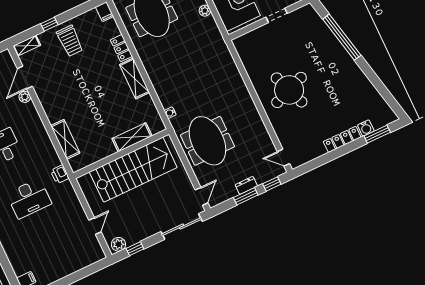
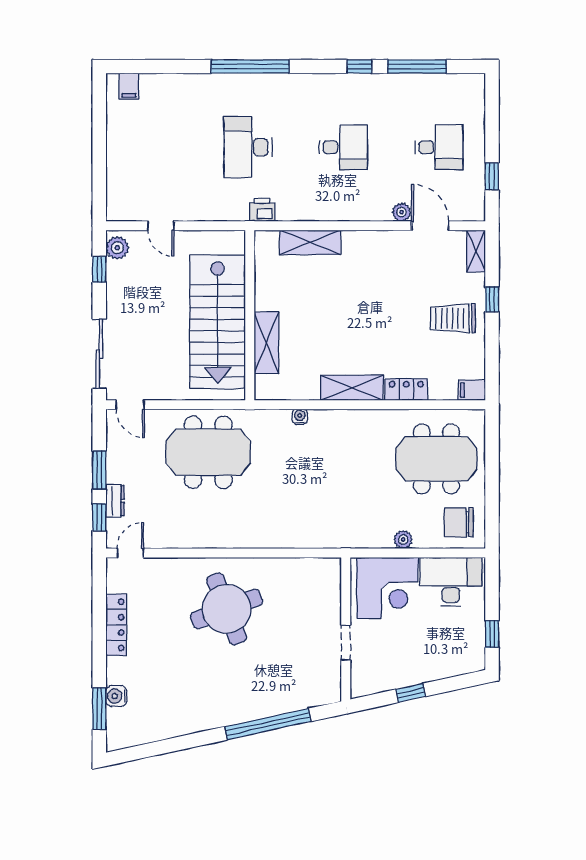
water cooler: (170, 113) -> (300, 417), moved
locker: (342, 139) -> (116, 625), moved
dresser: (246, 185) -> (115, 501), moved

